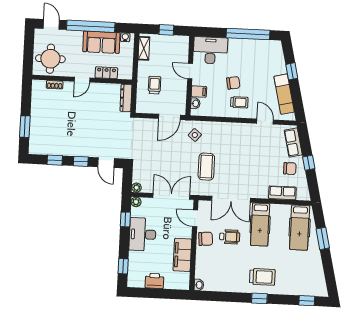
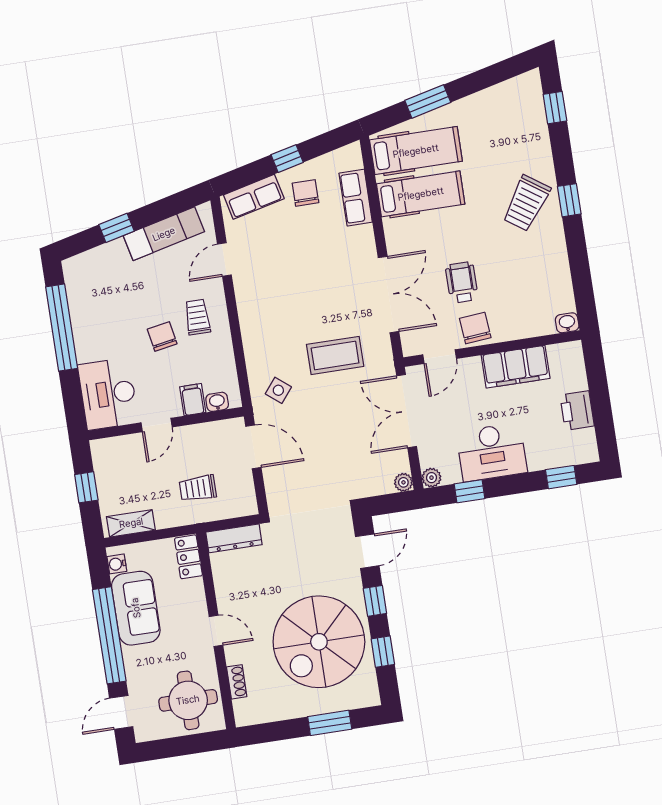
locker: (106, 73) -> (188, 557), moved
spiral stairs: (66, 129) -> (319, 642), added
hospital bed: (260, 225) -> (421, 194), moved
trolley: (262, 277) -> (526, 203), turned -145

